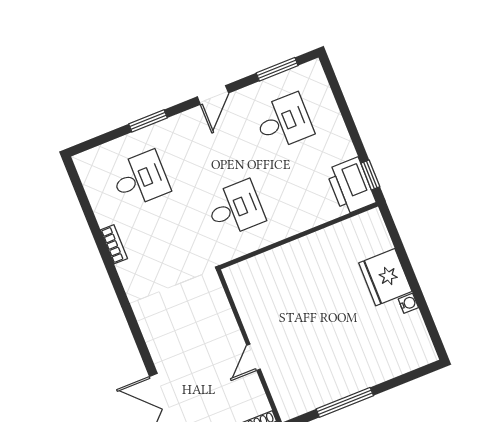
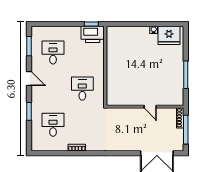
fridge: (385, 277) -> (169, 35), moved

